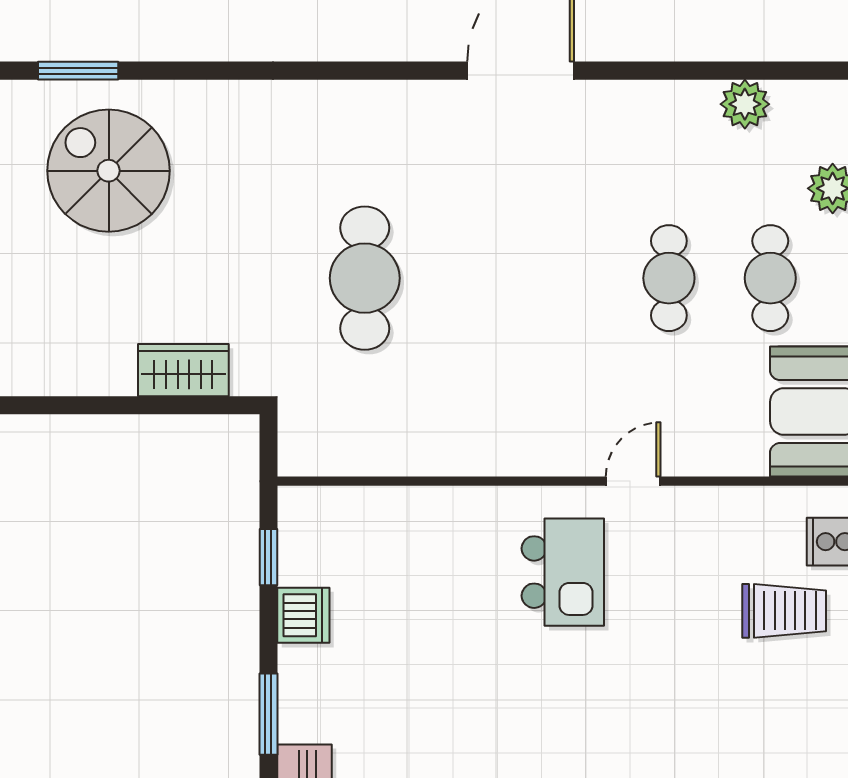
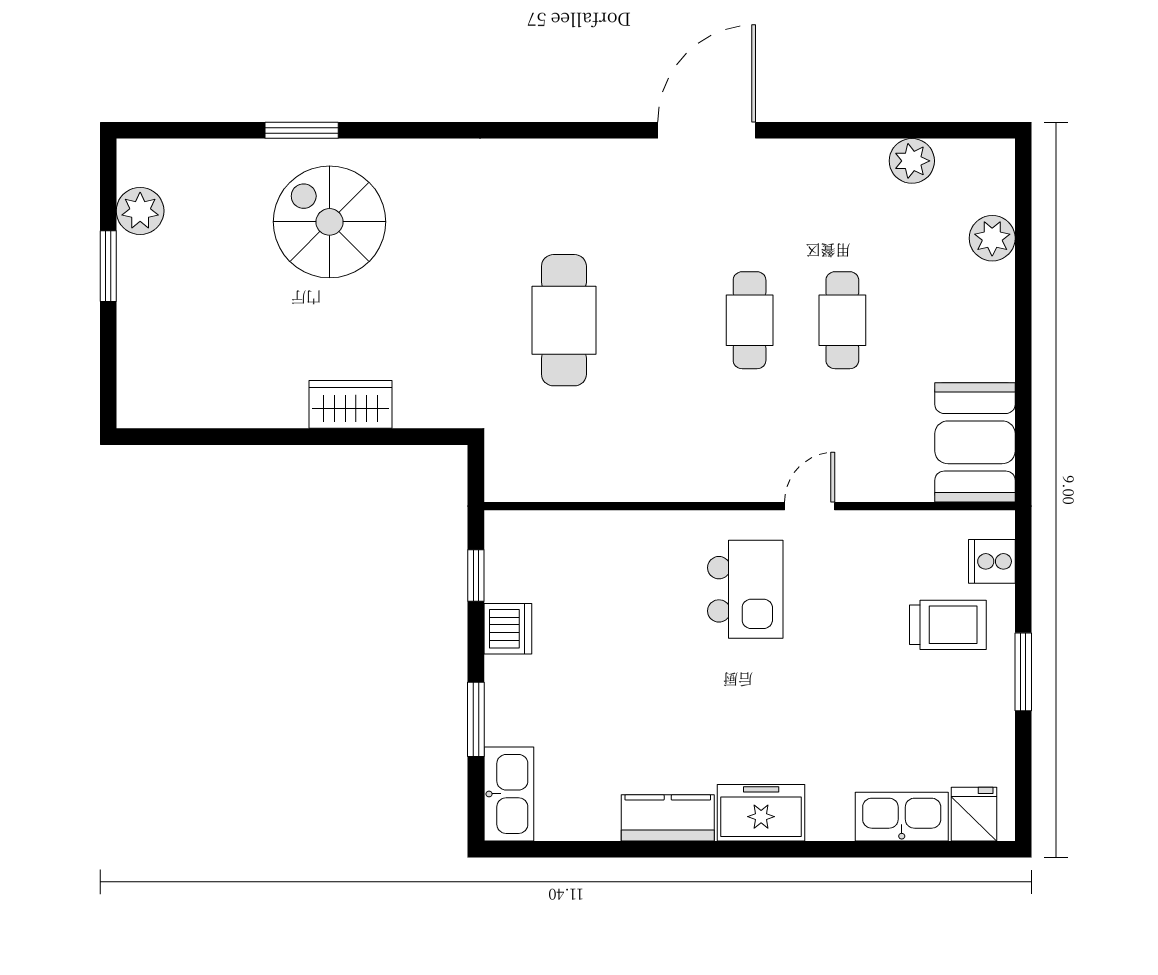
cafe table: (770, 278) -> (750, 320), moved
wardrobe: (183, 370) -> (350, 404), moved

